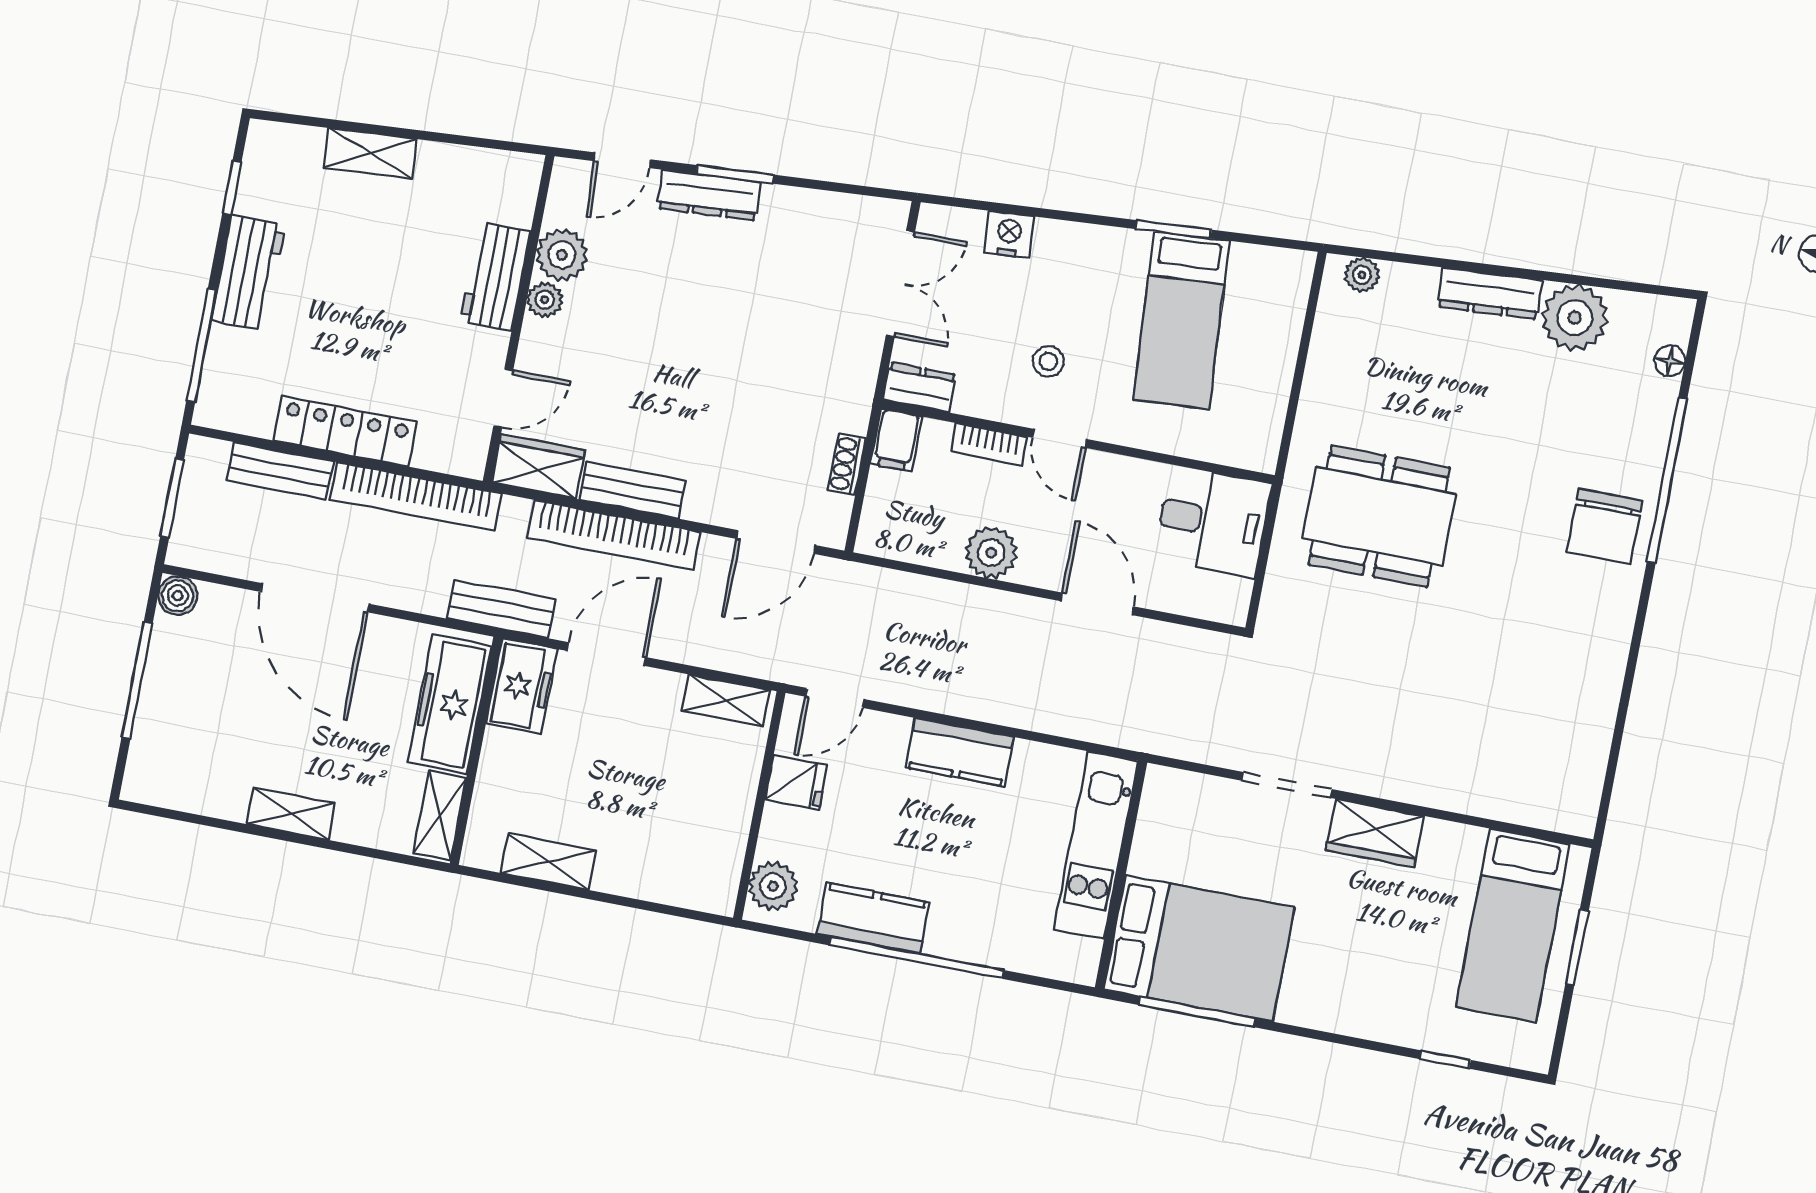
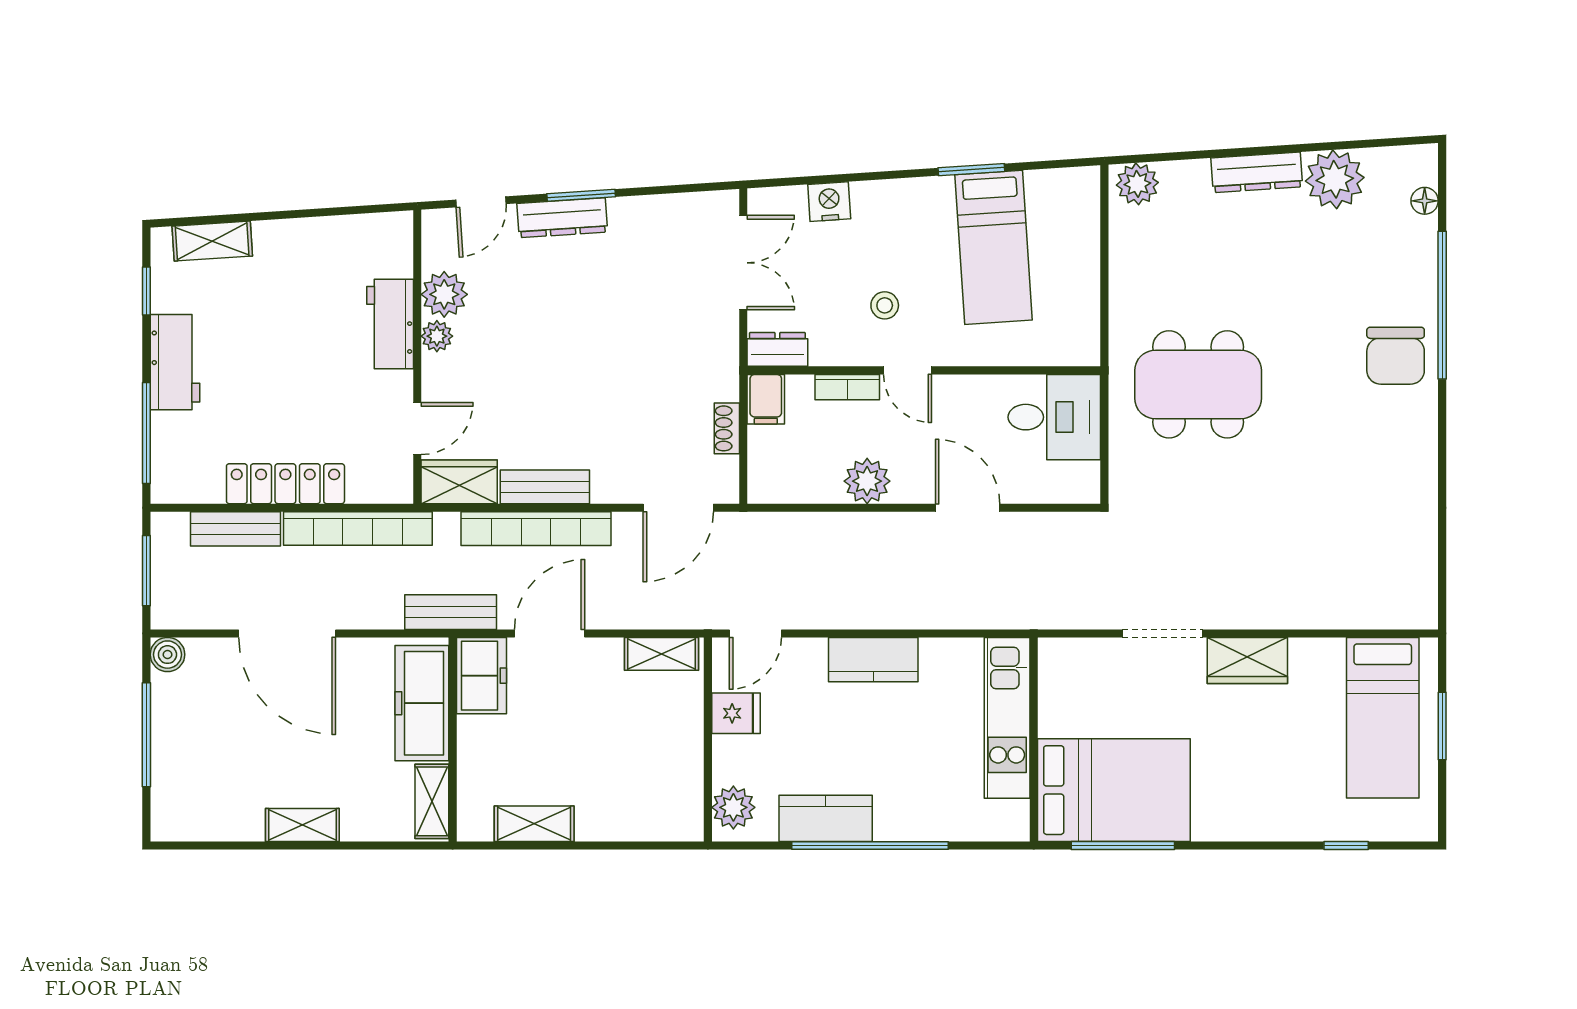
shelving: (370, 153) -> (212, 241), moved
plant: (1362, 275) -> (1137, 184), width x1.38, depth x1.38

